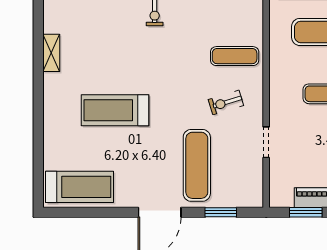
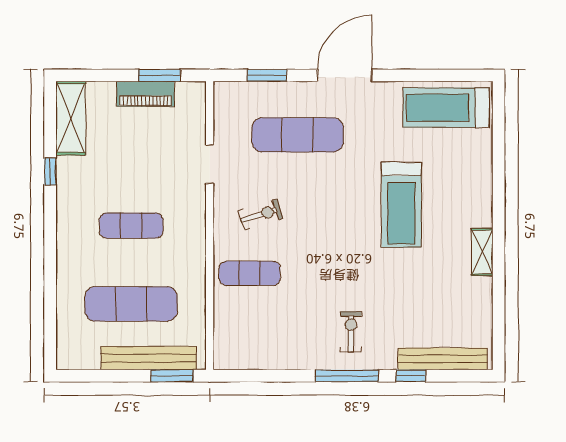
shelving: (51, 53) -> (482, 252), moved
treadmill: (115, 110) -> (401, 205), turned 90
exercise mat: (197, 165) -> (298, 135), turned 90

